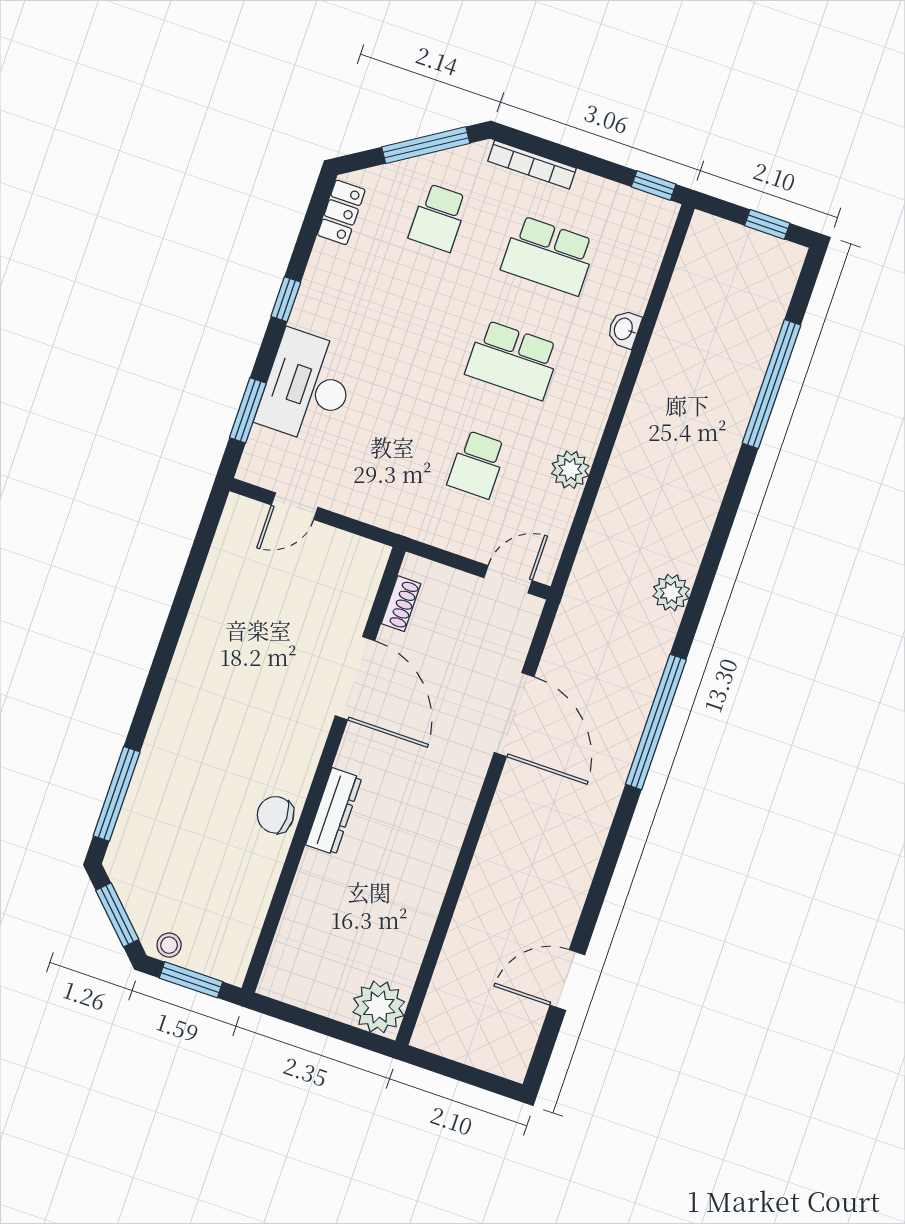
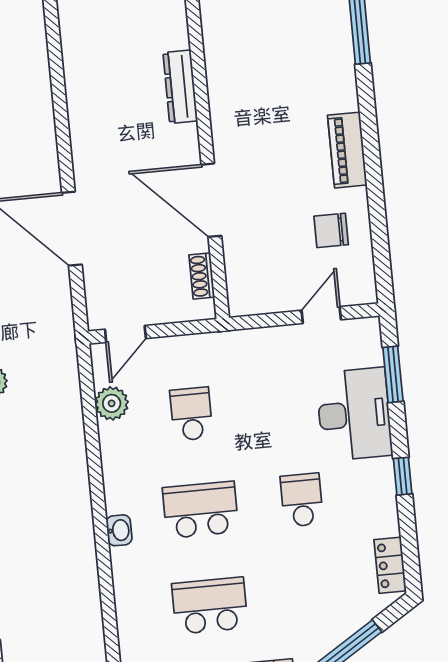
school desk: (438, 218) -> (302, 500), moved
washbasin: (624, 329) -> (119, 530), moved
plant: (570, 470) -> (112, 403), moved
piano: (189, 666) -> (347, 150), added
chair: (276, 815) -> (331, 230), moved, turned 180

